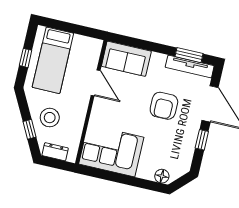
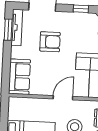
door: (96, 83) -> (63, 98), moved
window: (202, 140) -> (81, 9), moved

